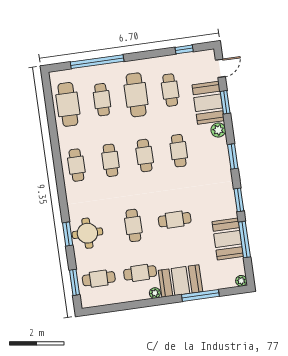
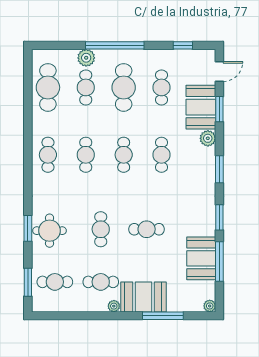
window: (97, 62) -> (115, 45), moved
plant: (99, 73) -> (86, 58), added

